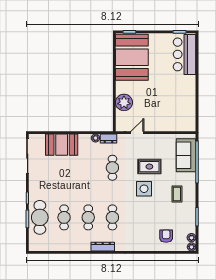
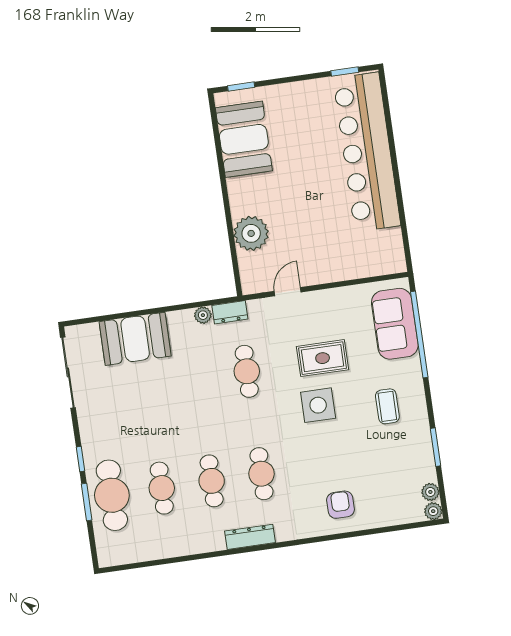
bar counter: (185, 54) -> (367, 152), width x1.86
booth: (132, 57) -> (244, 139), width x0.73, depth x0.70
armchair: (166, 236) -> (340, 505), moved

